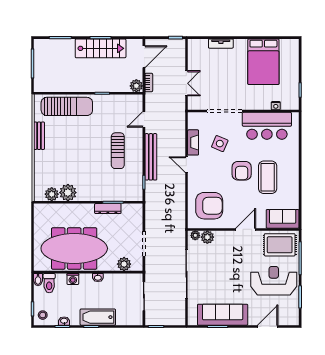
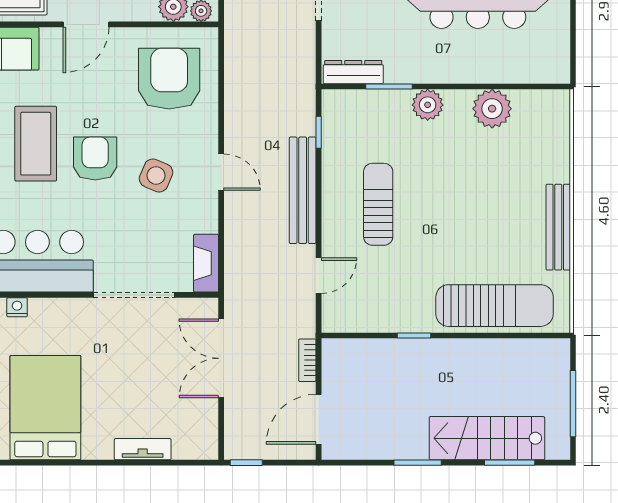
stairs: (101, 48) -> (487, 438), moved
double door: (186, 83) -> (221, 358), width x1.37
plant: (136, 86) -> (336, 353), removed
sun lounger: (67, 106) -> (495, 306), turned 180
bench: (39, 136) -> (558, 227), width x1.36
fireplace: (193, 142) -> (206, 263), moved
side table: (220, 144) -> (156, 175), moved
plant: (52, 194) -> (428, 105), moved
armchair: (209, 206) -> (169, 79), turned 90
dresser: (108, 209) -> (353, 72), moved

